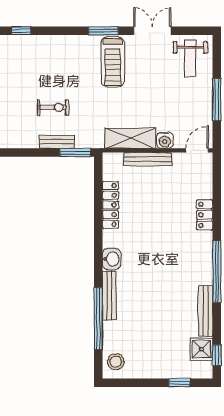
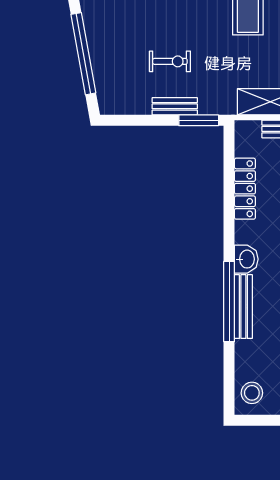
window: (98, 318) -> (229, 302), moved

